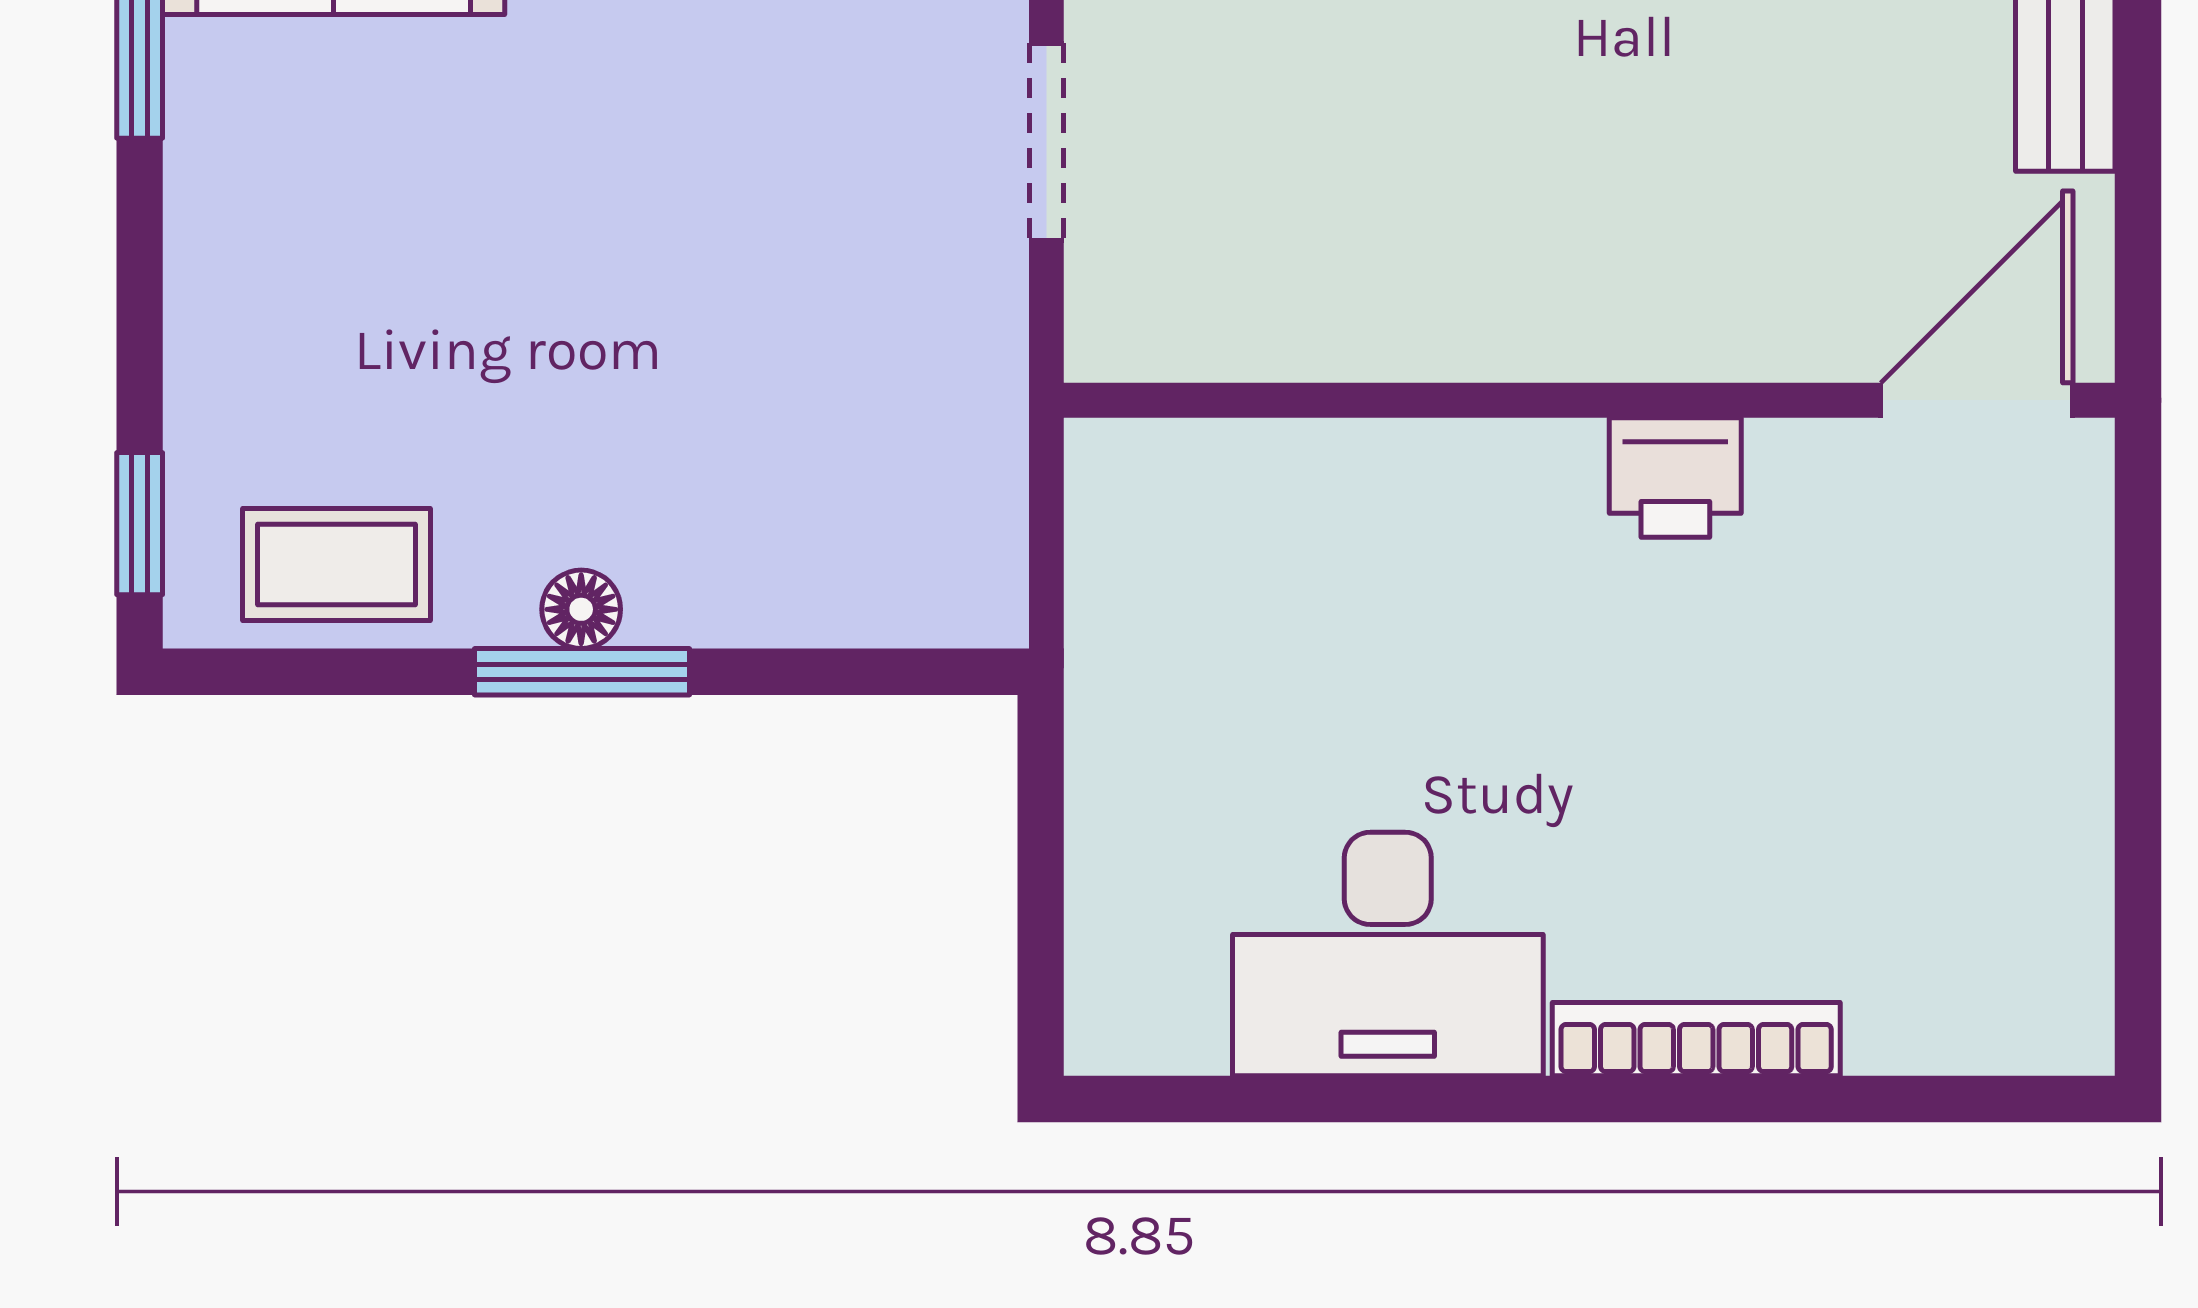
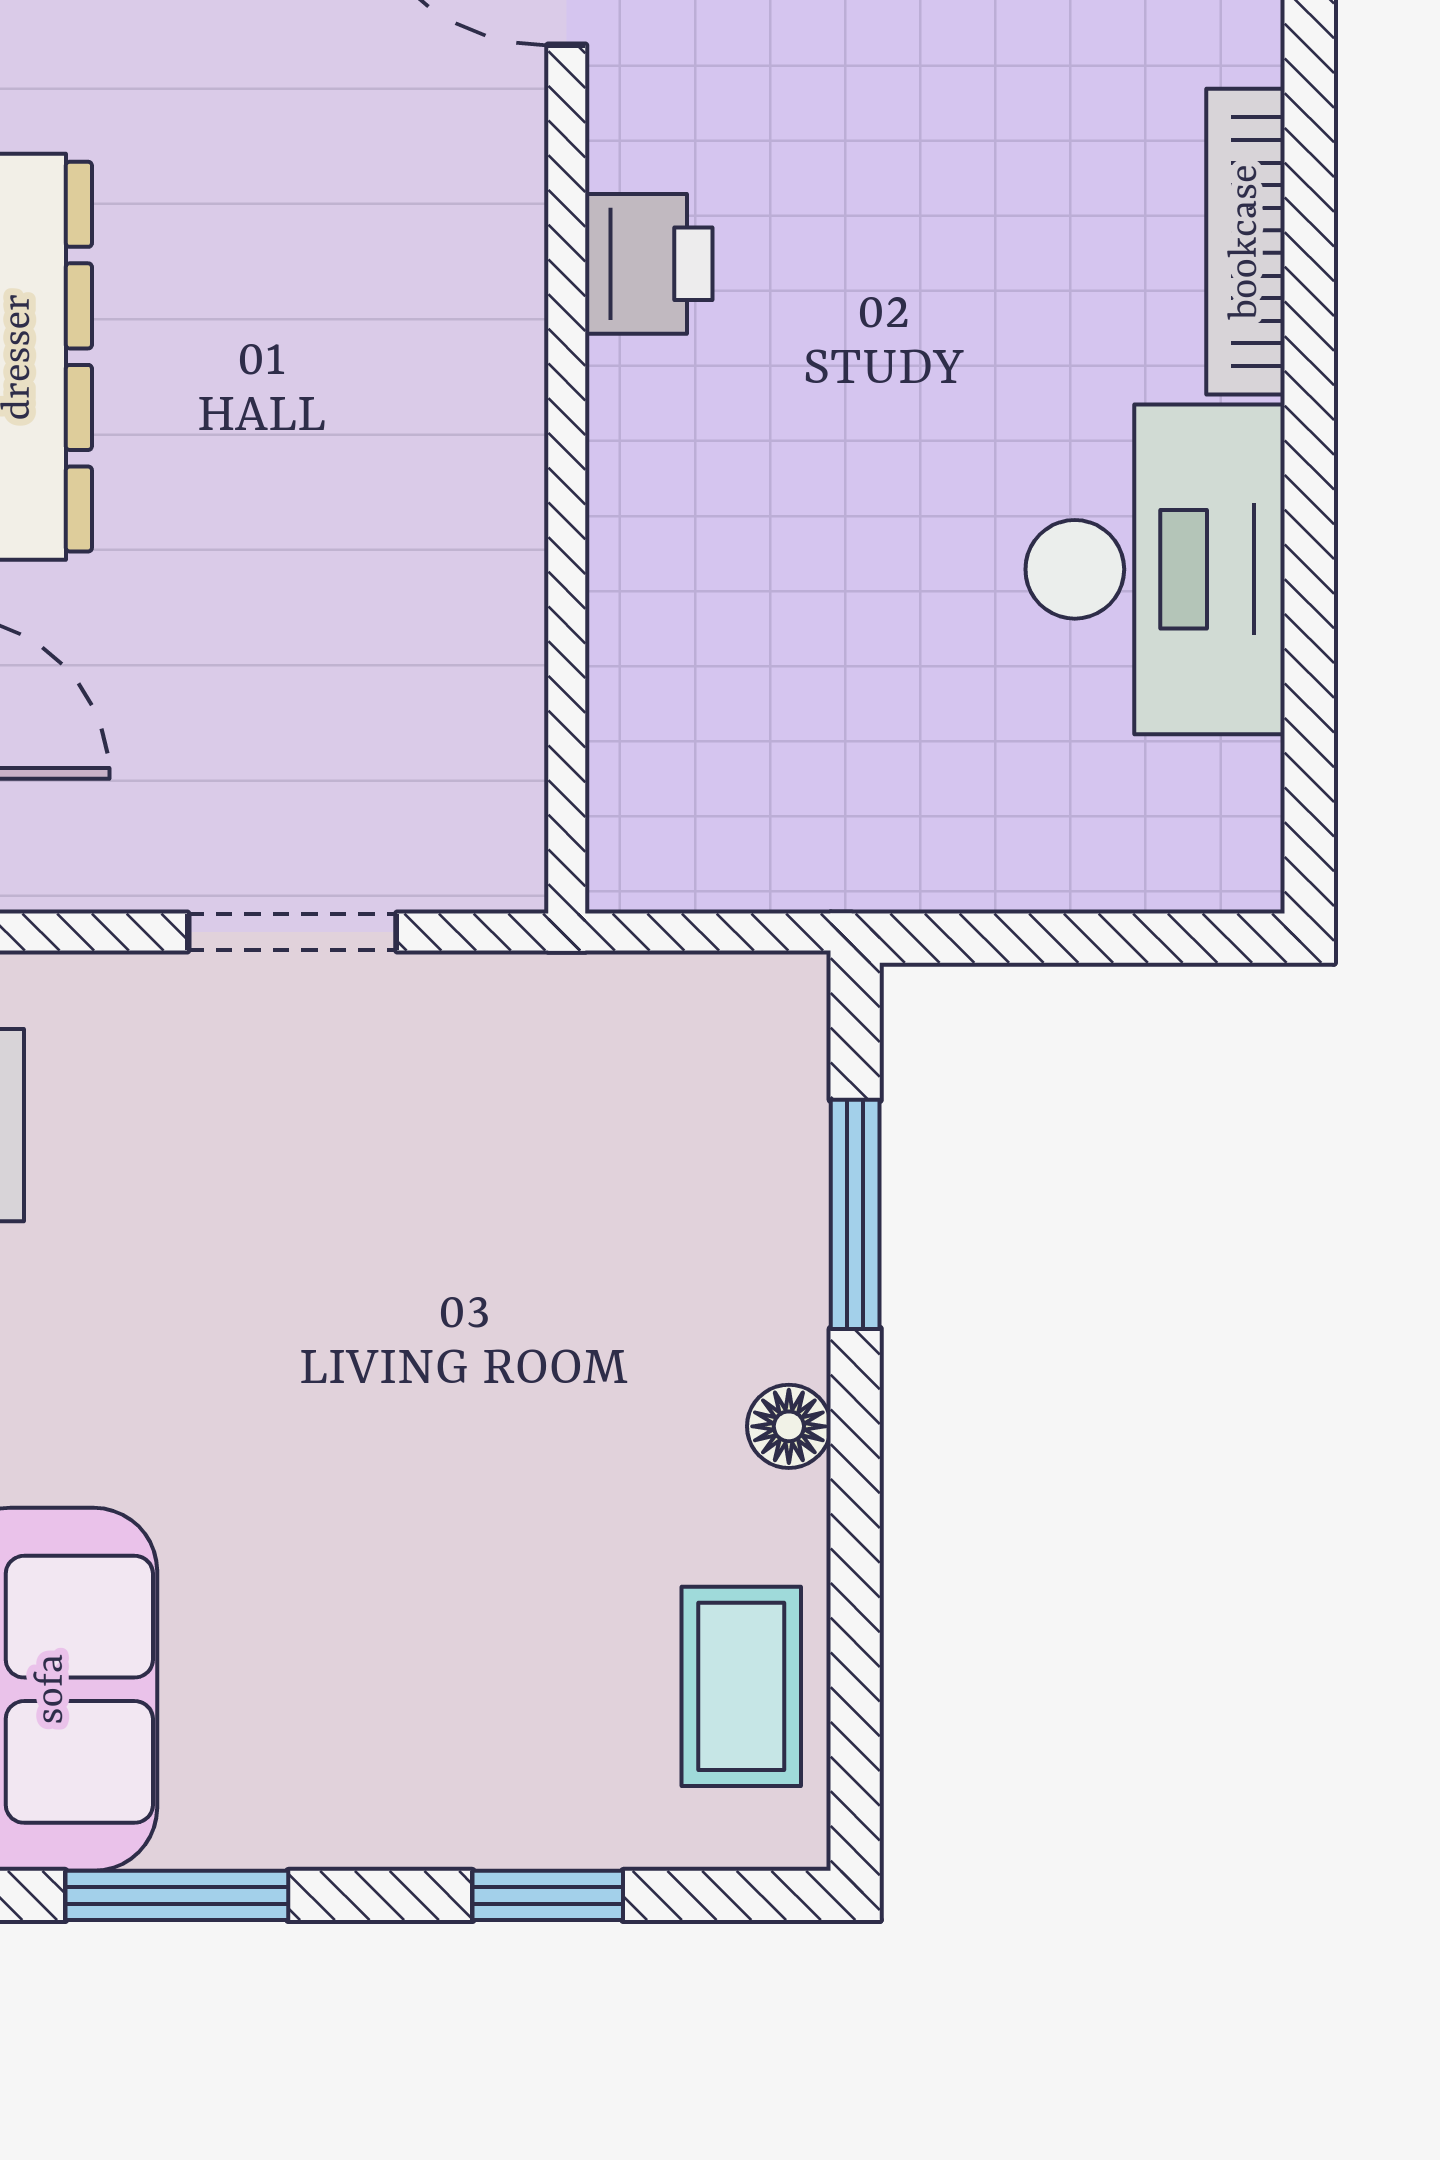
window: (140, 524) -> (548, 1895), moved
window: (582, 672) -> (855, 1214), moved

